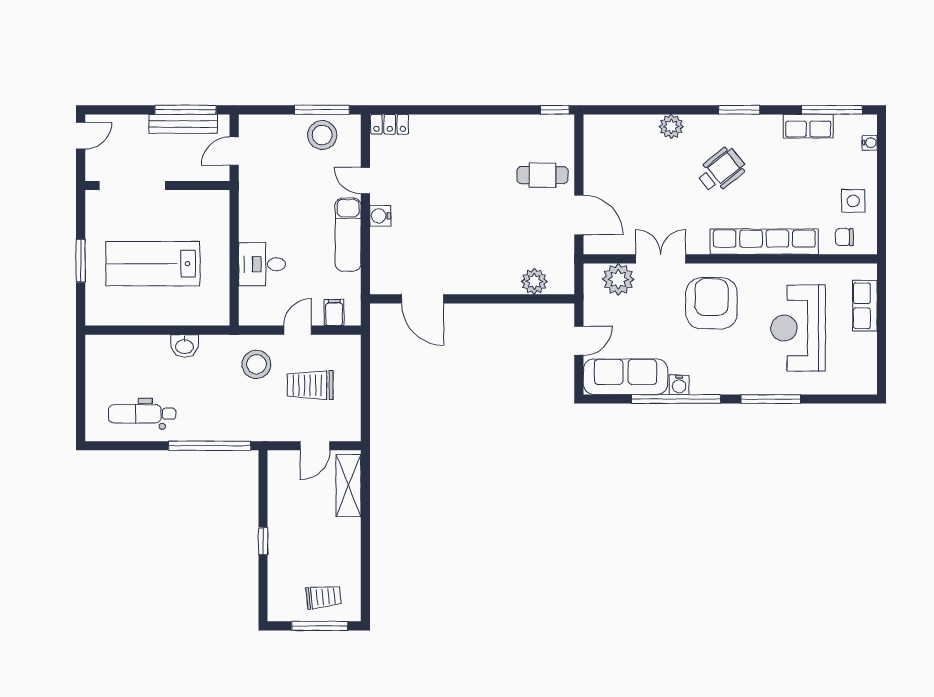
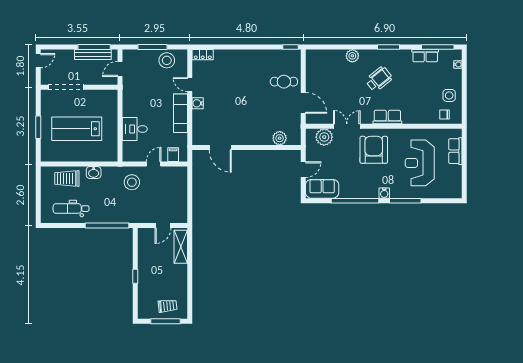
window: (322, 110) -> (152, 47), moved
row of seats: (764, 242) -> (387, 117), width x0.50
sofa: (625, 377) -> (322, 189), width x0.73
trolley: (310, 385) -> (67, 178), moved
water cooler: (679, 385) -> (384, 193), moved

